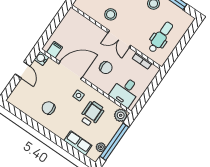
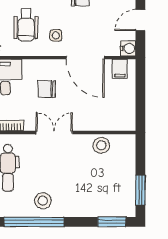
stool: (111, 14) -> (101, 145), moved
door: (23, 70) -> (140, 20), hinge flipped
door: (70, 70) -> (85, 58), hinge flipped

